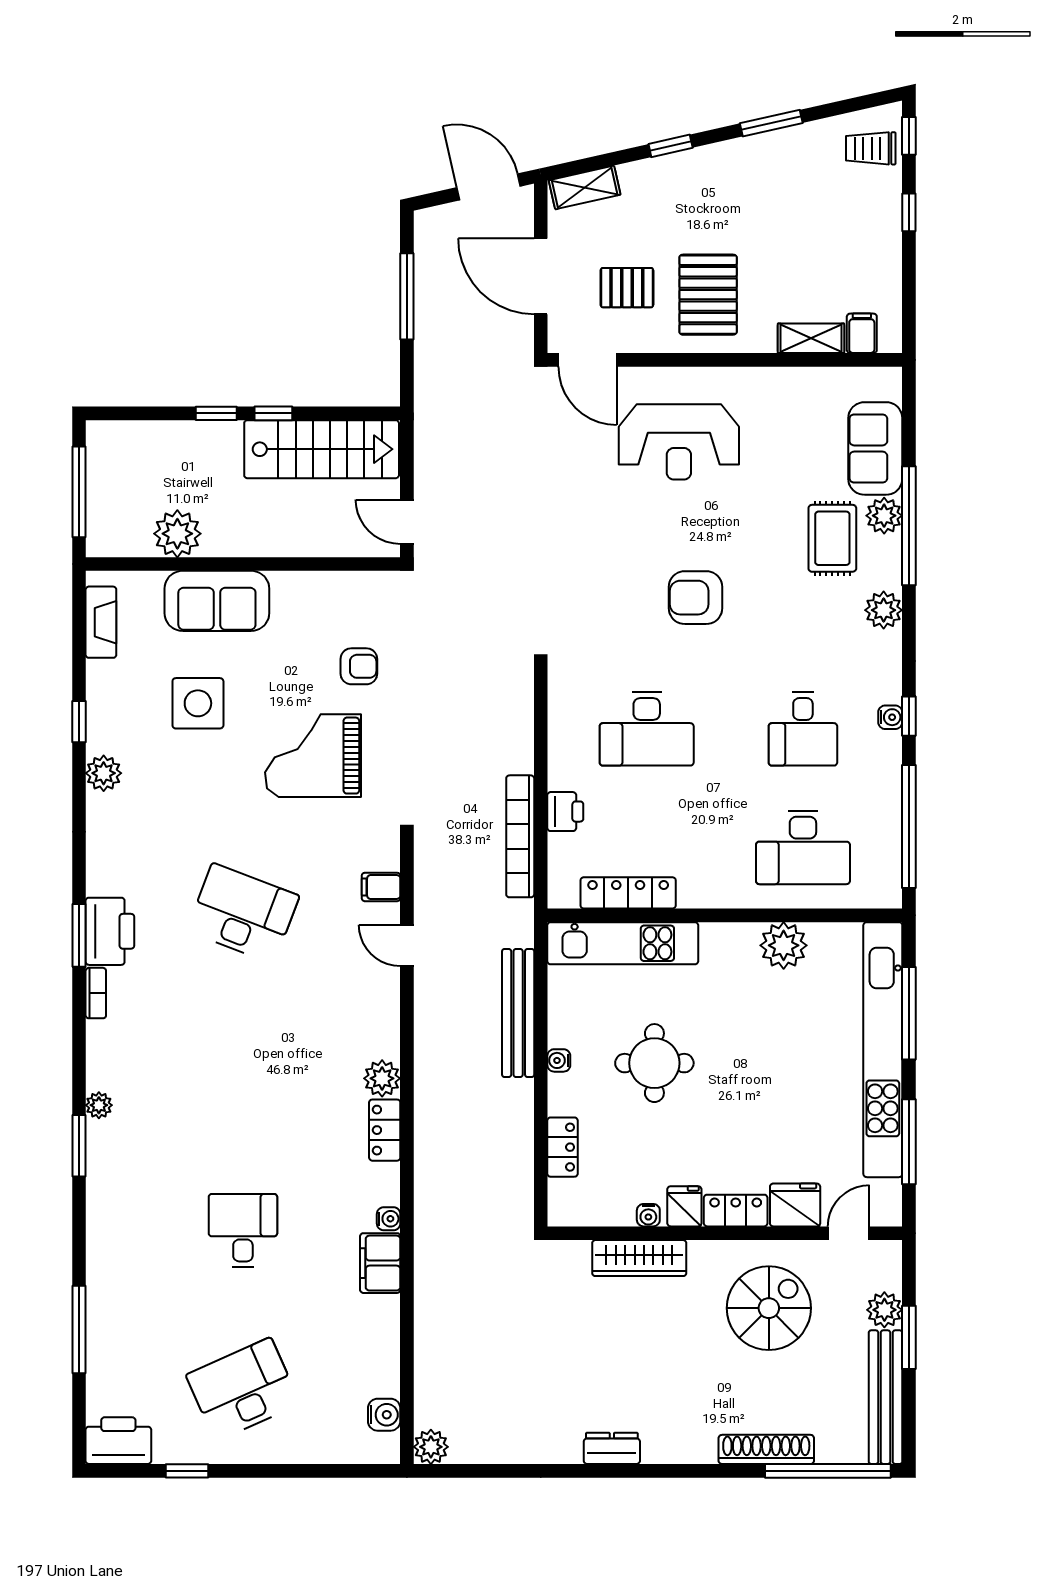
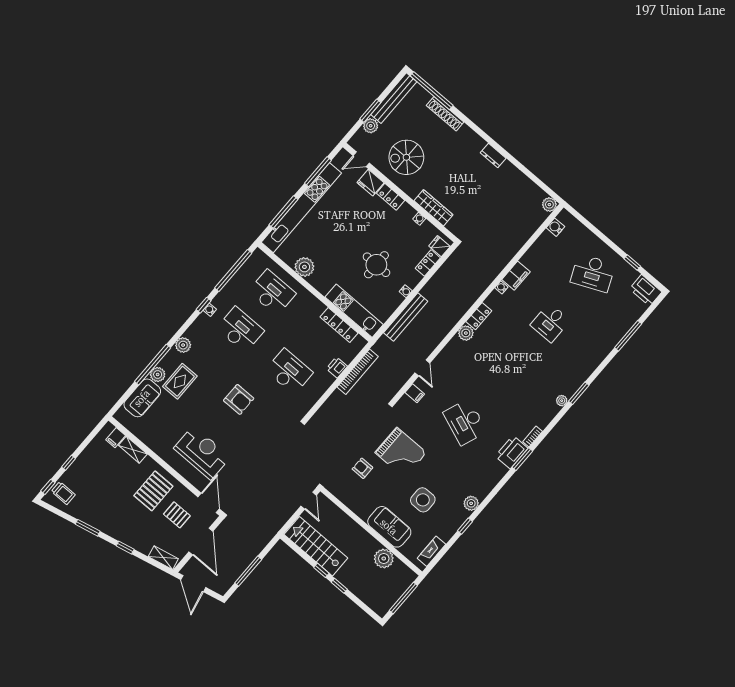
desk: (803, 729) -> (240, 329), width x1.37
fridge: (684, 1206) -> (439, 246), moved, turned 90

